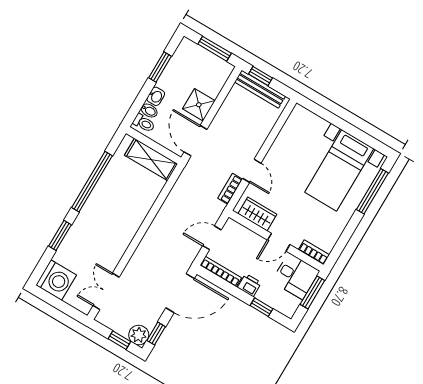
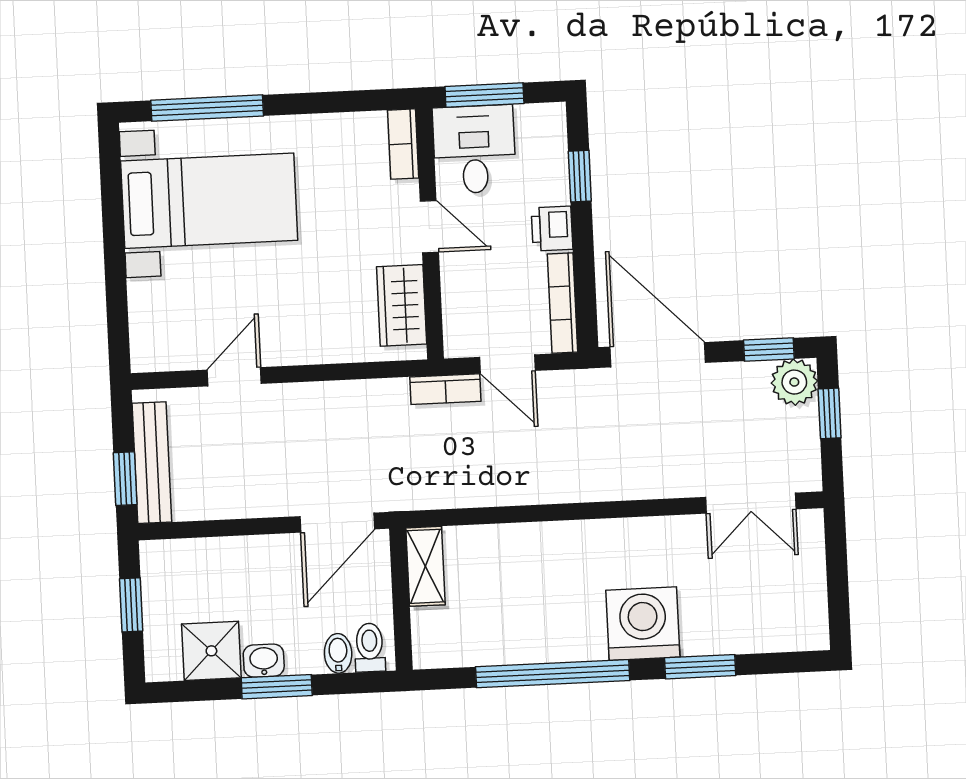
window: (215, 49) -> (131, 605), width x0.67
window: (160, 67) -> (277, 687), moved
washbasin: (156, 96) -> (264, 661), moved
shower: (199, 105) -> (211, 651), moved
shelving: (151, 160) -> (425, 566), width x0.67, depth x0.75
door: (252, 171) -> (234, 377), moved
bookcase: (230, 189) -> (445, 389), moved
washing machine: (56, 280) -> (643, 624), moved

